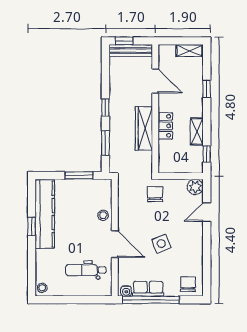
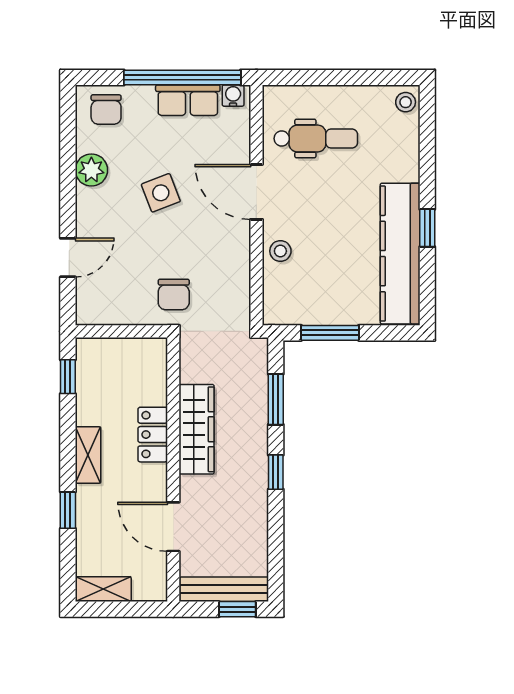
shelving: (197, 131) -> (88, 455), moved
plant: (195, 187) -> (91, 170), moved

